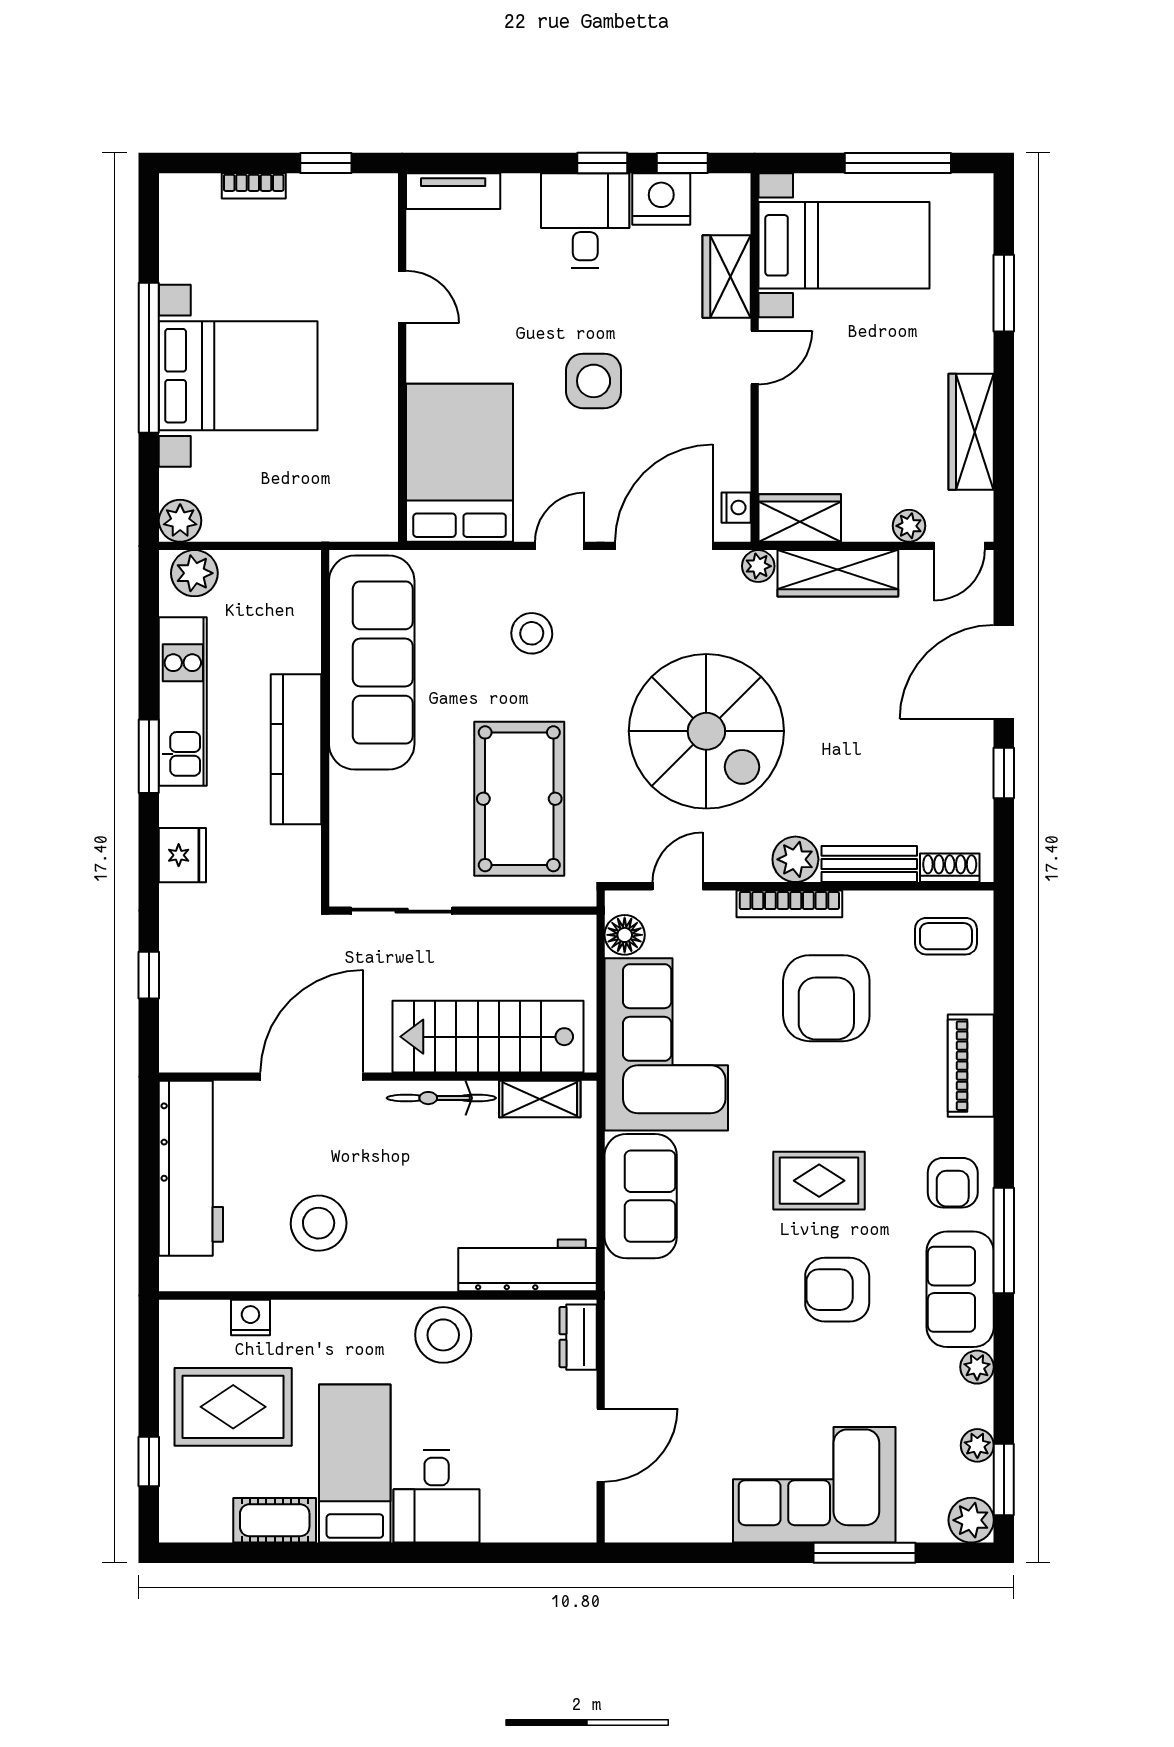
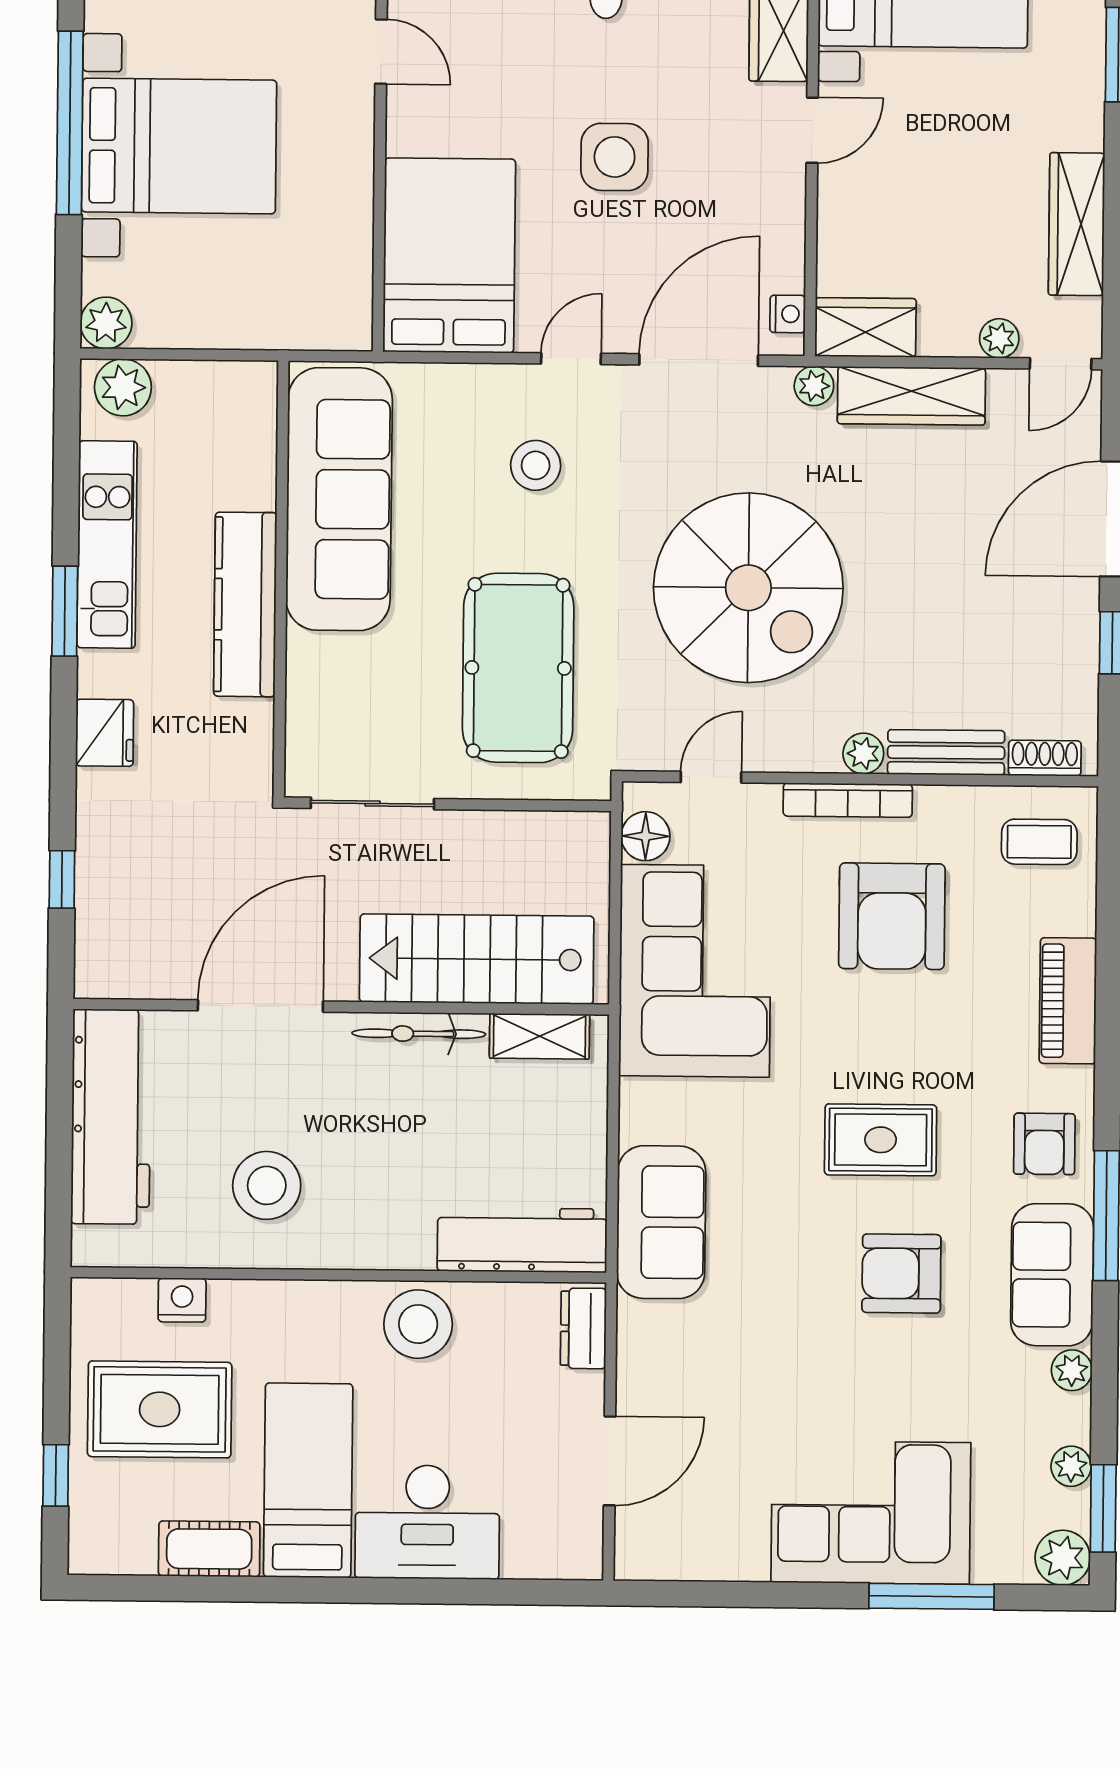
plant: (795, 859) -> (863, 753), width x0.73, depth x0.73
sofa: (641, 1196) -> (661, 1222), moved
desk: (437, 1496) -> (427, 1522), width x1.37

